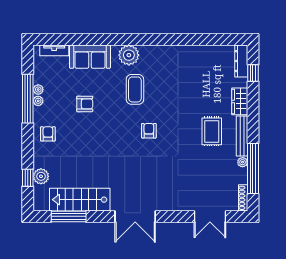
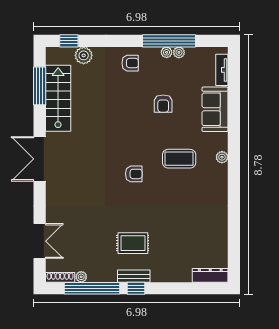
plant: (129, 55) -> (222, 157), width x0.53, depth x0.53
window: (253, 73) -> (136, 288), moved
wardrobe: (240, 101) -> (166, 274), removed
bench: (242, 136) -> (134, 276), width x0.73
plant: (243, 162) -> (81, 277), moved
window: (28, 178) -> (69, 41), moved
double door: (210, 216) -> (40, 241), swing flipped

